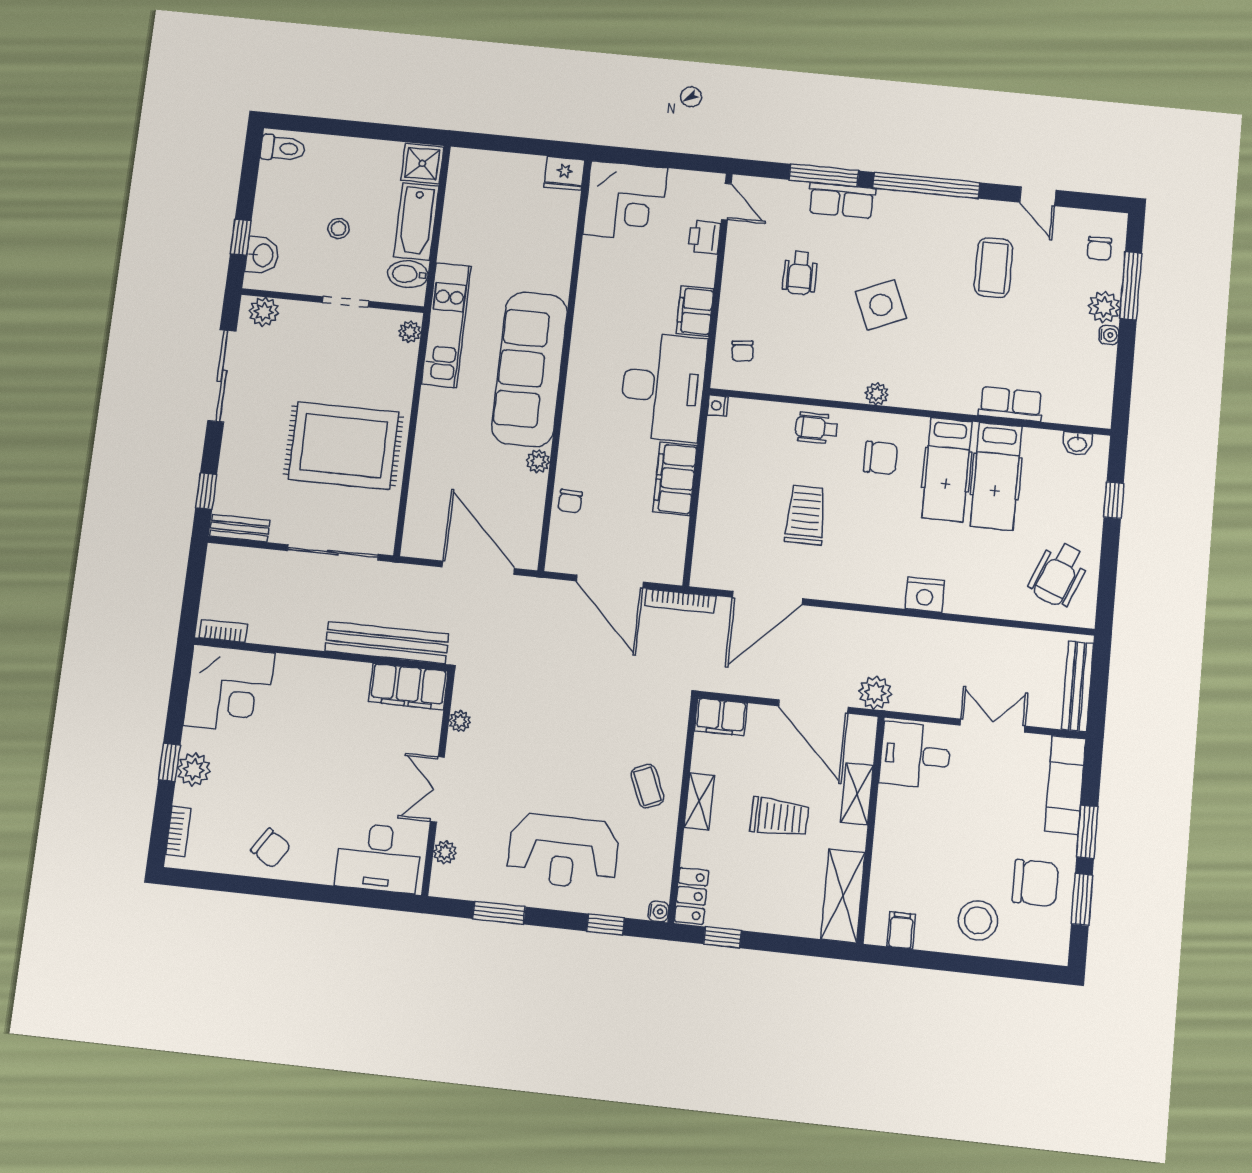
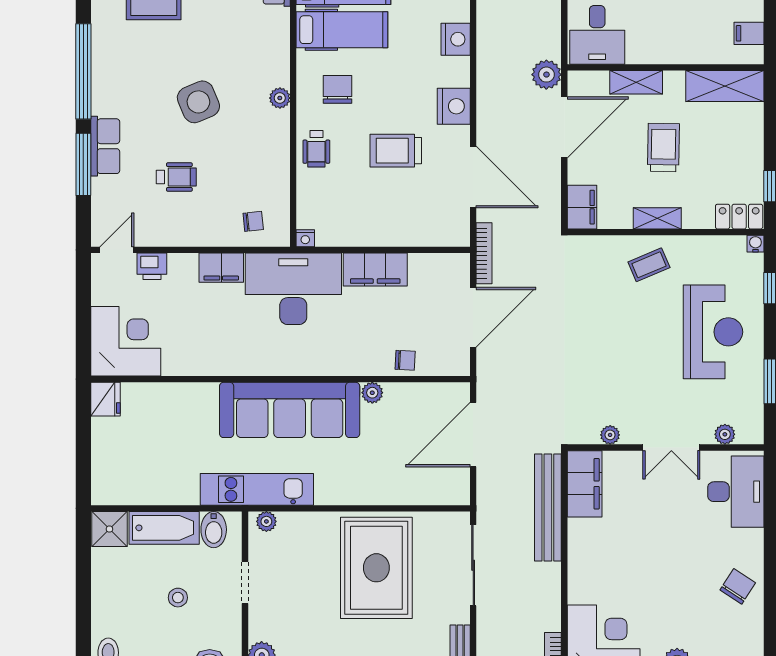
nightstand: (849, 585) -> (454, 106), added

